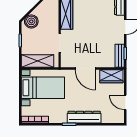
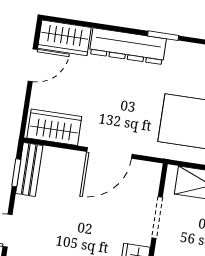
door: (85, 68) -> (109, 153), swing flipped
door: (125, 102) -> (33, 65), hinge flipped
wardrobe: (113, 117) -> (64, 38), added

